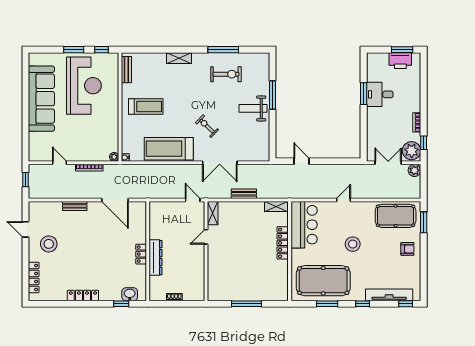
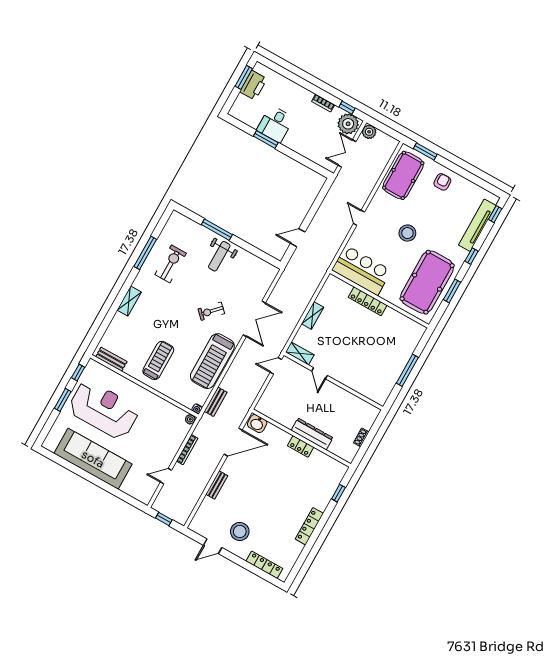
bench: (244, 194) -> (216, 402), moved
shelving: (276, 206) -> (313, 315), moved
washbasin: (130, 294) -> (257, 424), moved, turned -90

